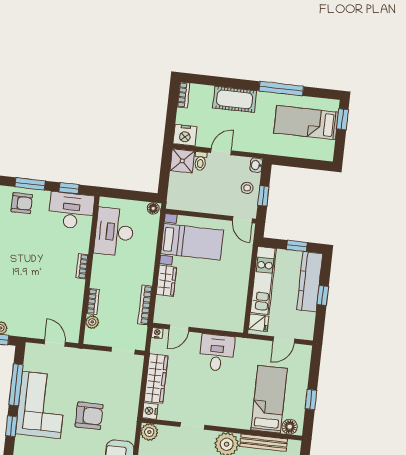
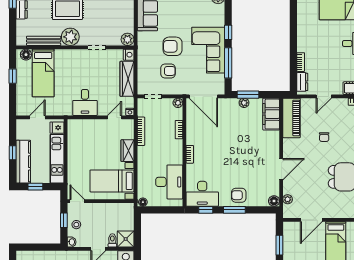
plant: (92, 322) -> (178, 103), moved
door: (55, 343) -> (203, 96), width x1.88
armchair: (99, 383) -> (168, 71), added

